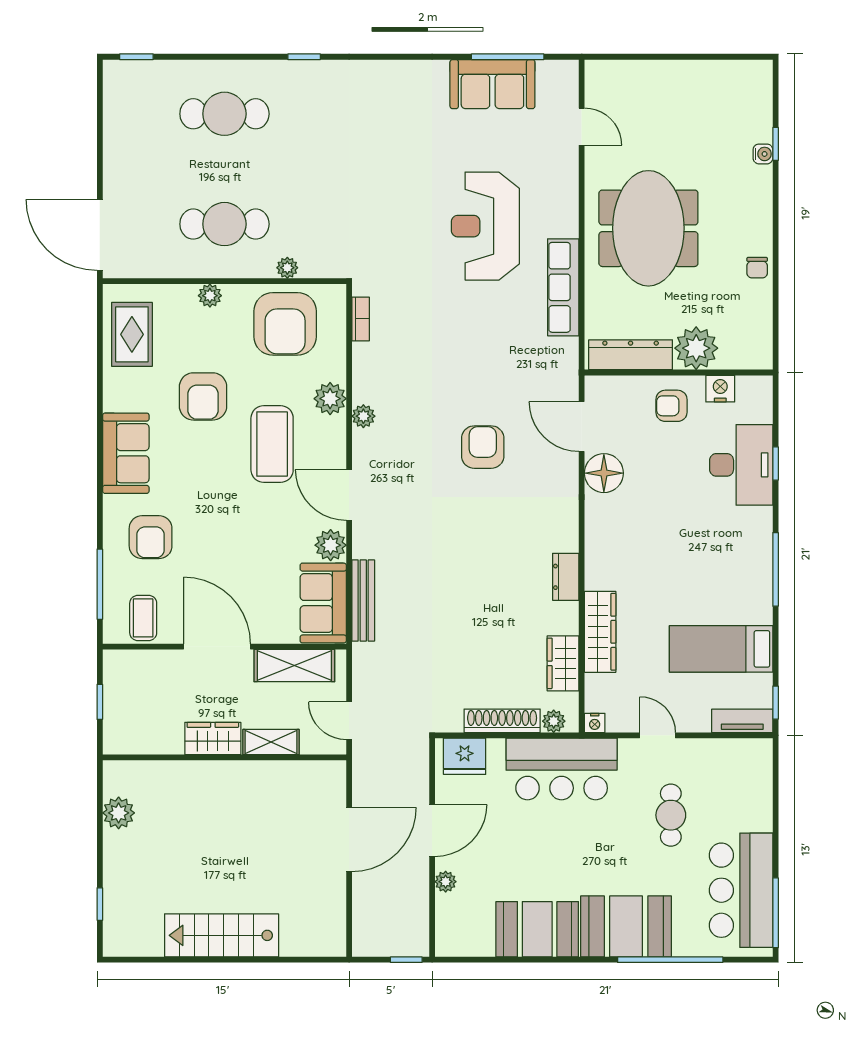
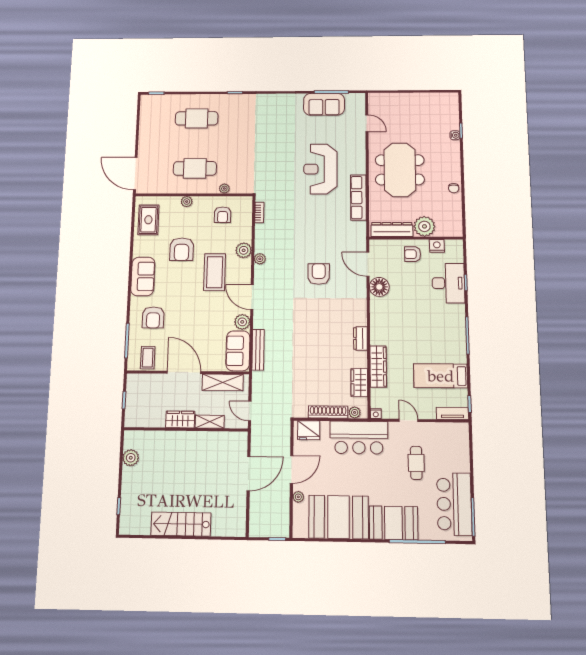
armchair: (285, 324) -> (223, 215), width x0.53, depth x0.53
booth: (537, 929) -> (339, 517), width x1.36, depth x1.42

